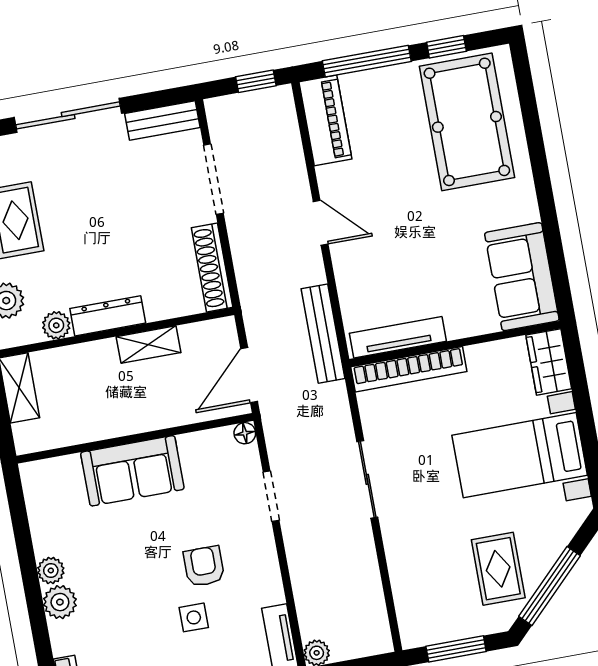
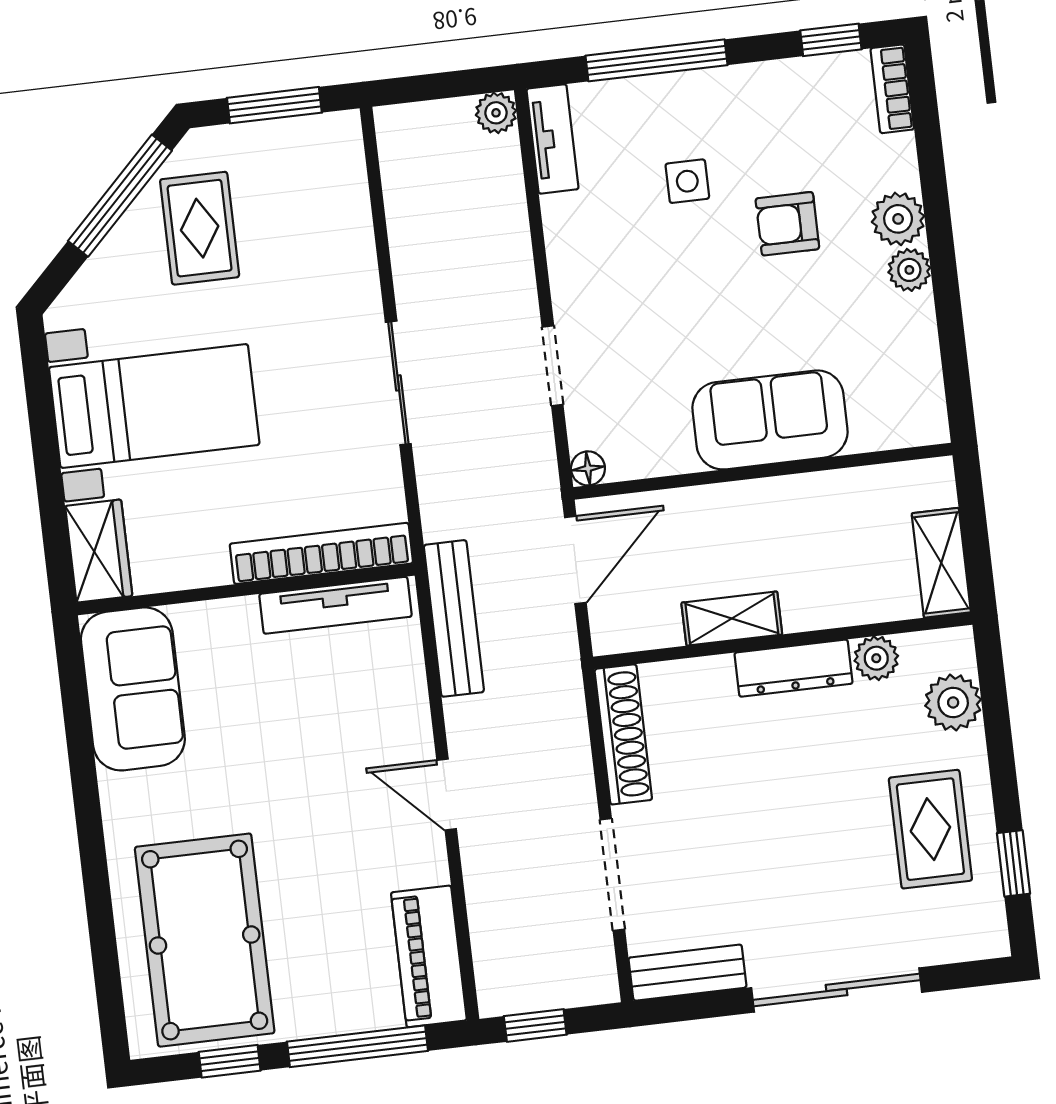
armchair: (204, 566) -> (787, 224), moved, turned 90

